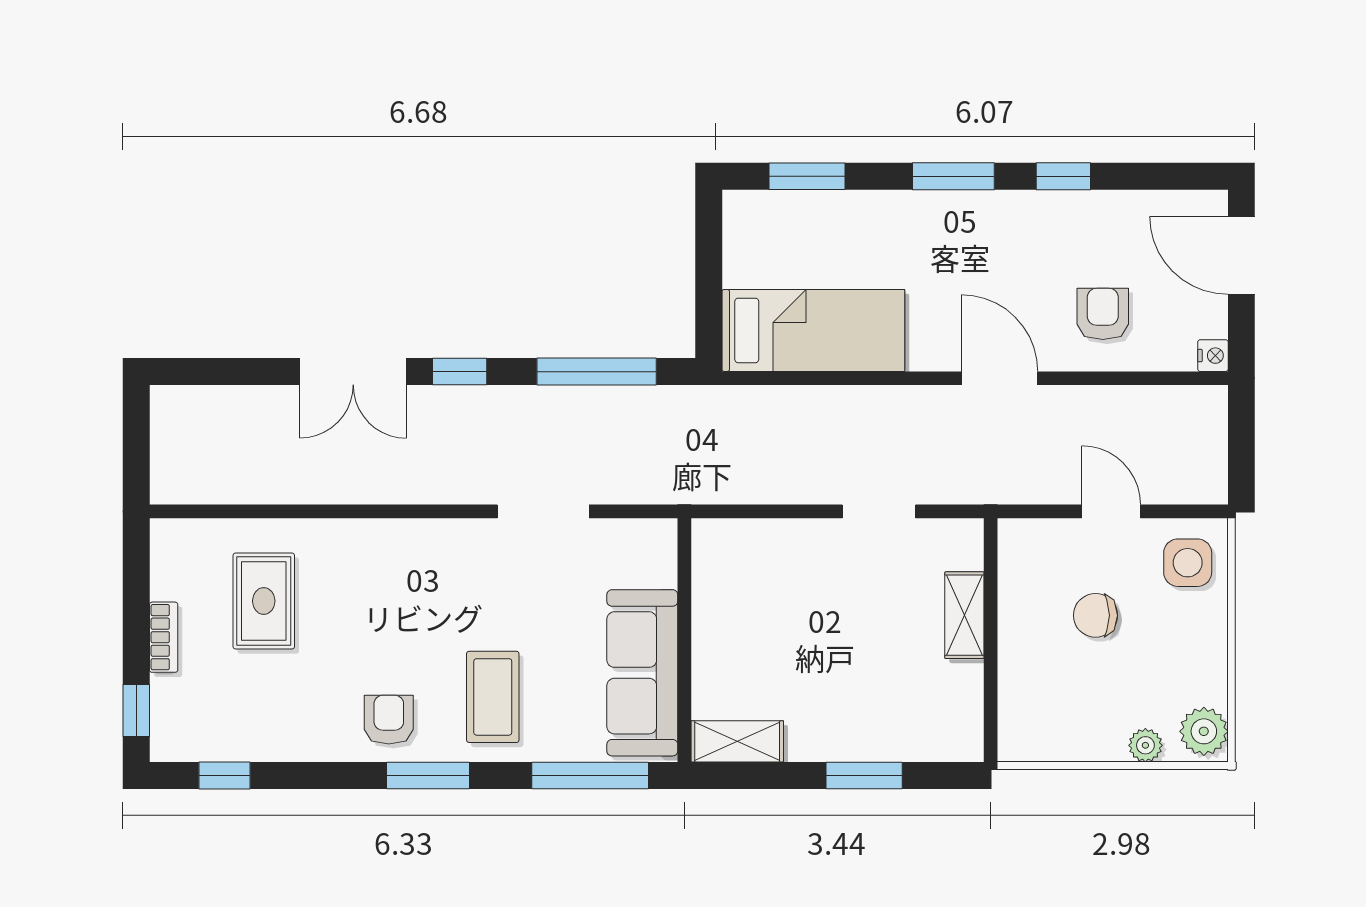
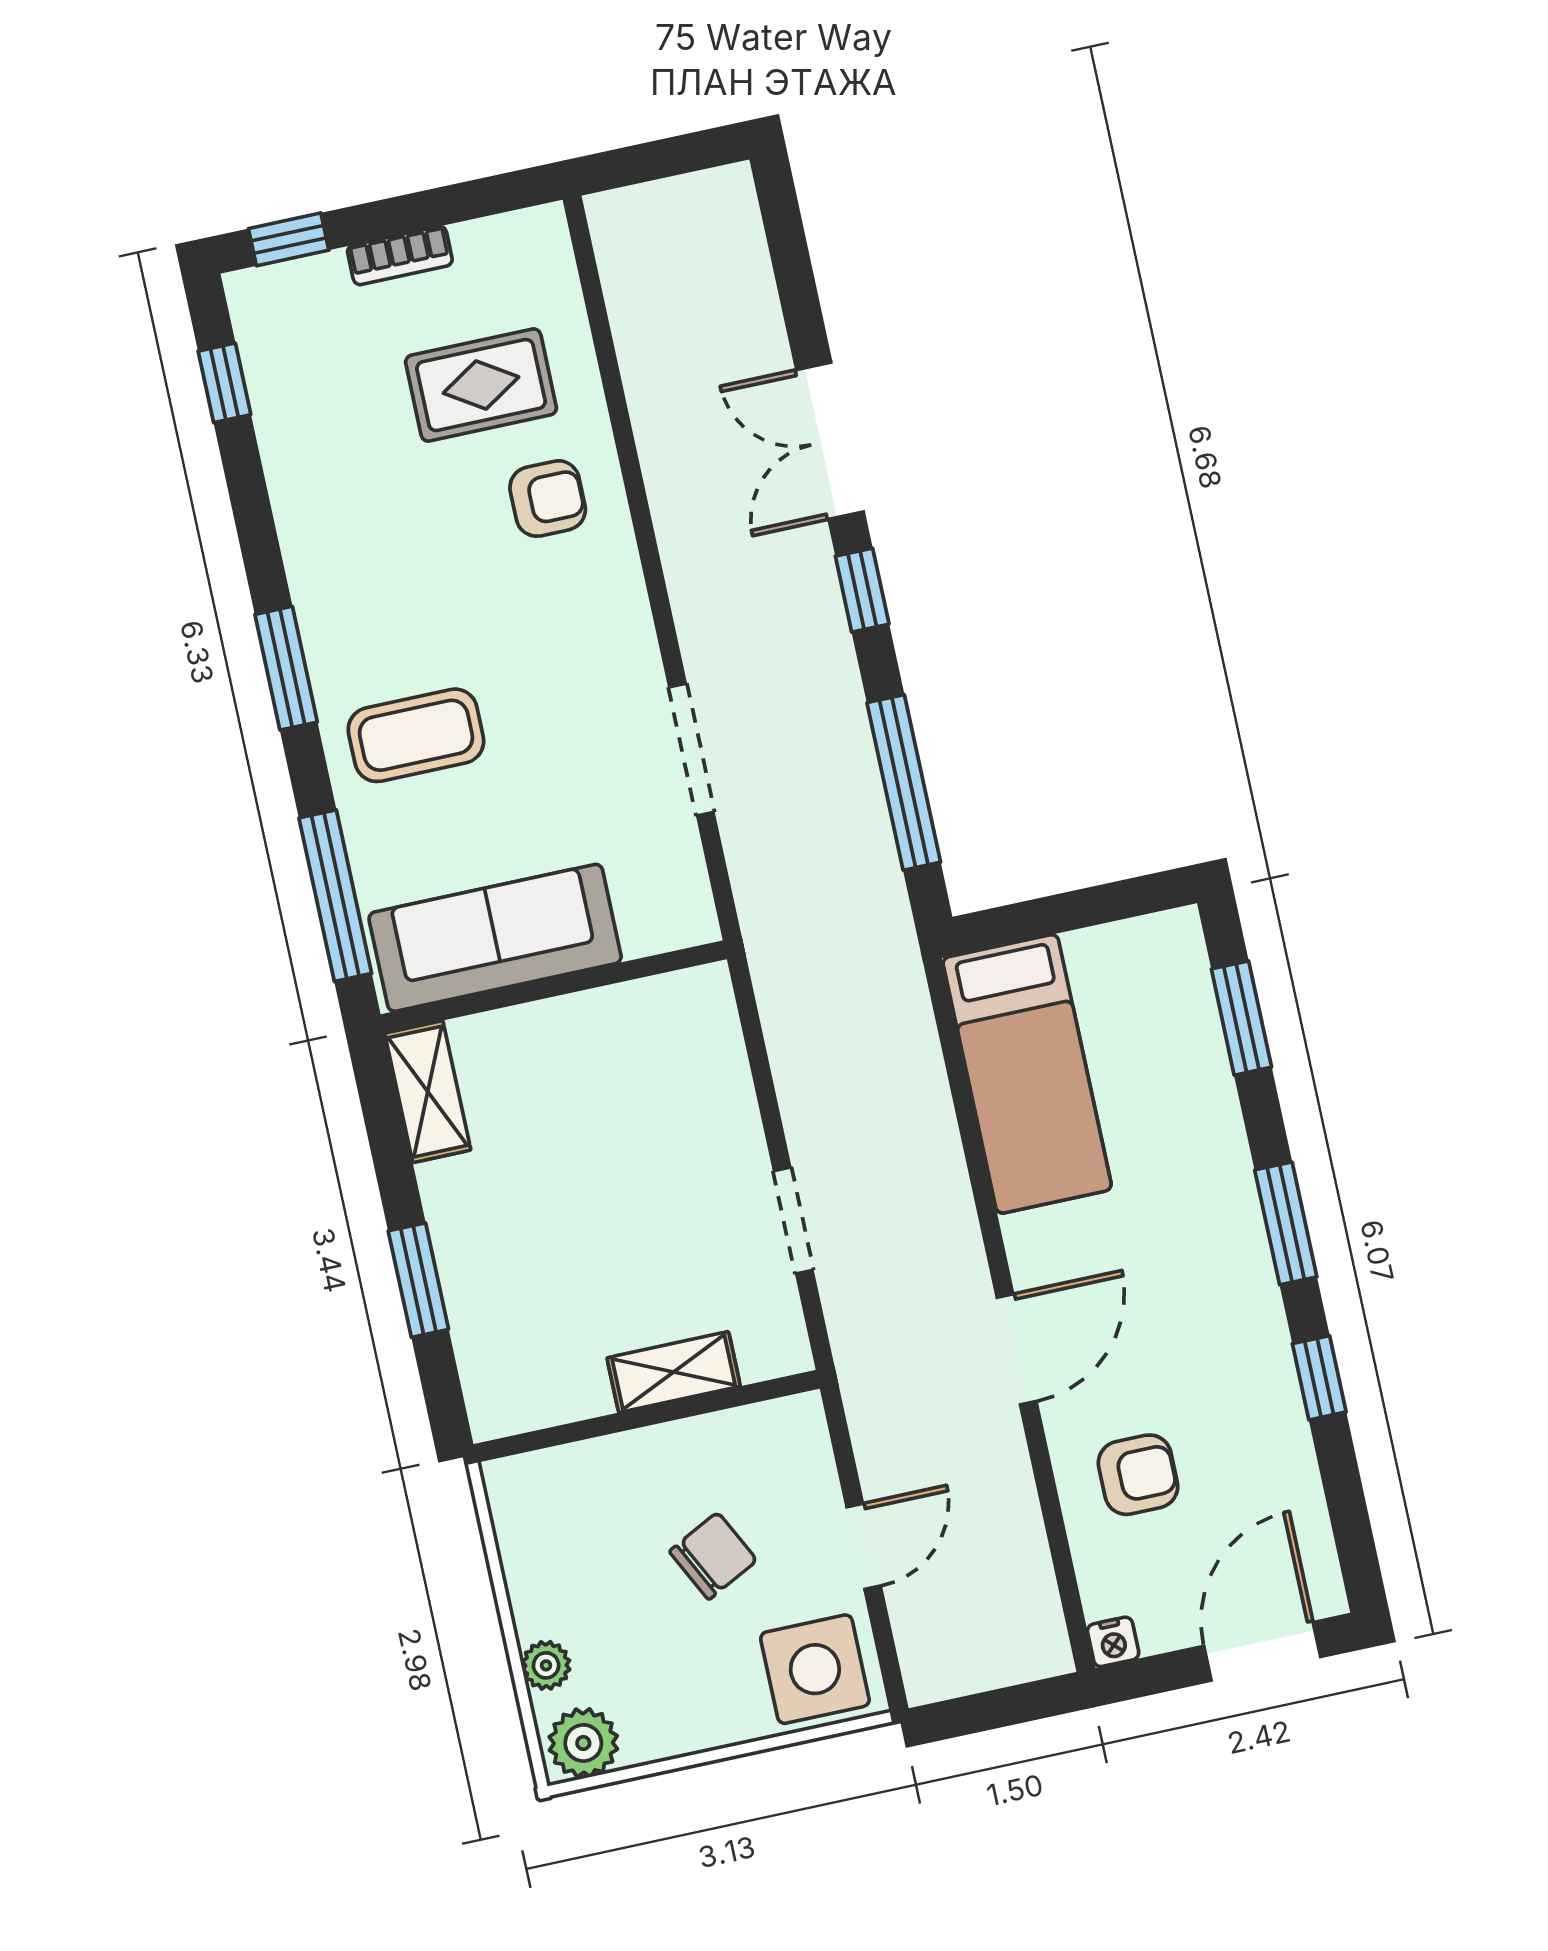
side table: (1188, 563) -> (815, 1669), width x1.37, depth x1.37
chair: (1095, 615) -> (713, 1556), turned 63
armchair: (389, 720) -> (548, 499), moved

